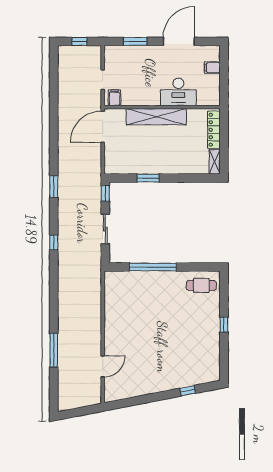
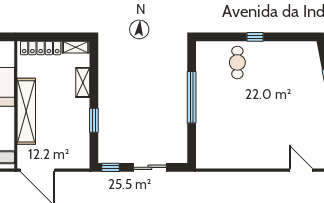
shelving: (183, 168) -> (83, 82), added
window: (153, 267) -> (192, 97), moved
cafe table: (201, 285) -> (237, 62), moved

